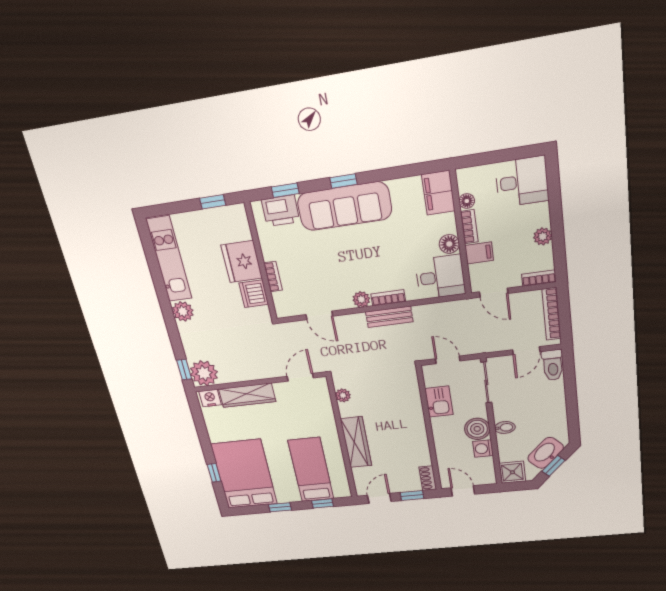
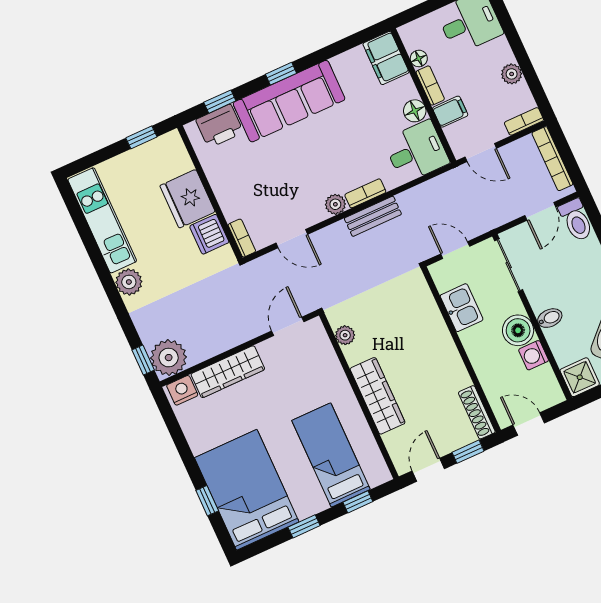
bookcase: (273, 277) -> (242, 238), moved
shoe rack: (428, 478) -> (477, 412), width x1.43

